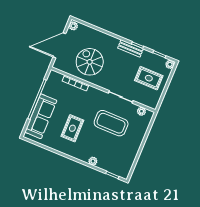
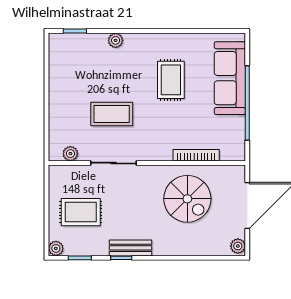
coffee table: (111, 123) -> (112, 114), width x0.73, depth x0.76

